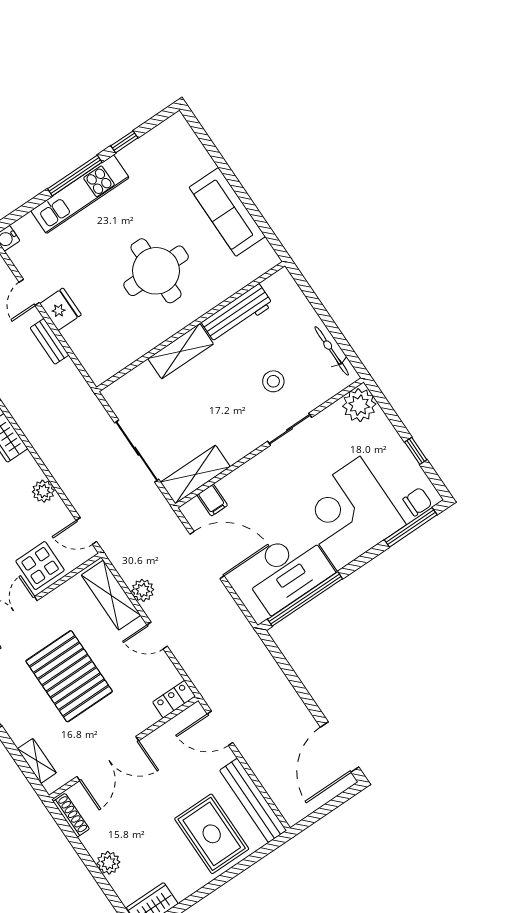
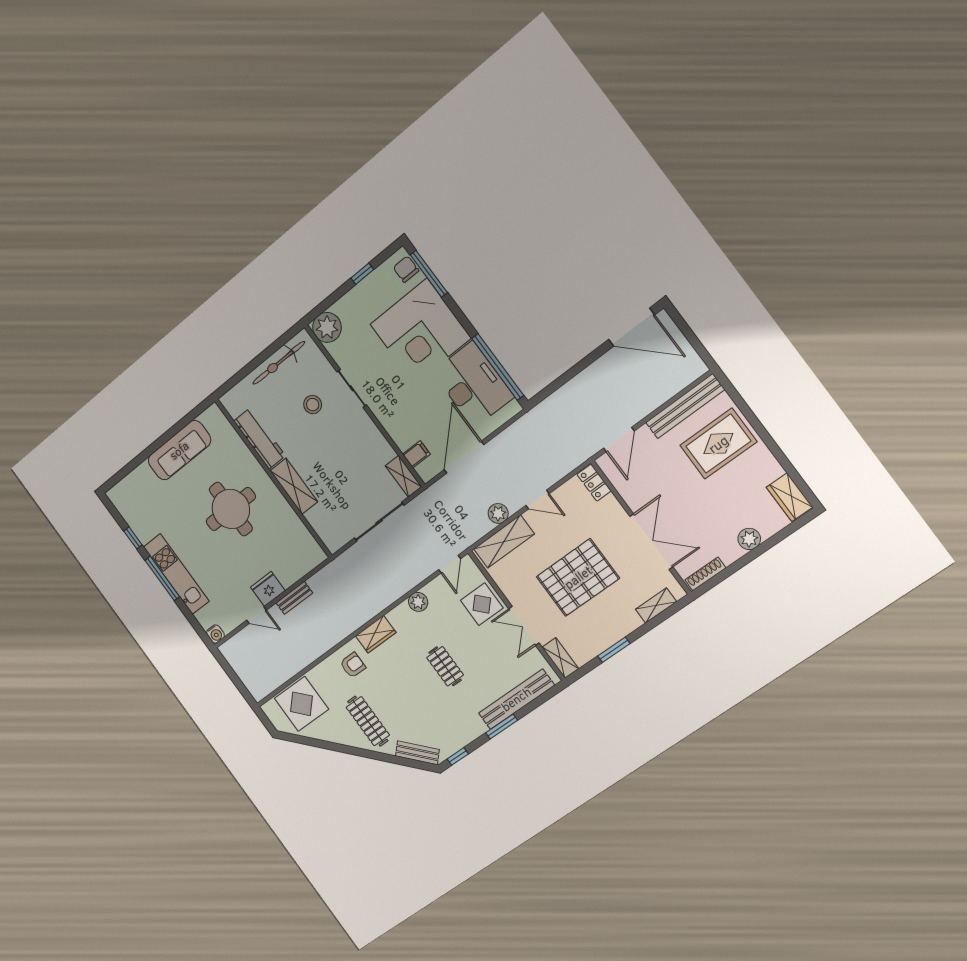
bicycle: (332, 351) -> (279, 363), width x1.37, depth x1.40
shelving: (195, 474) -> (403, 476), width x0.67, depth x0.75
door: (157, 636) -> (537, 500), hinge flipped

